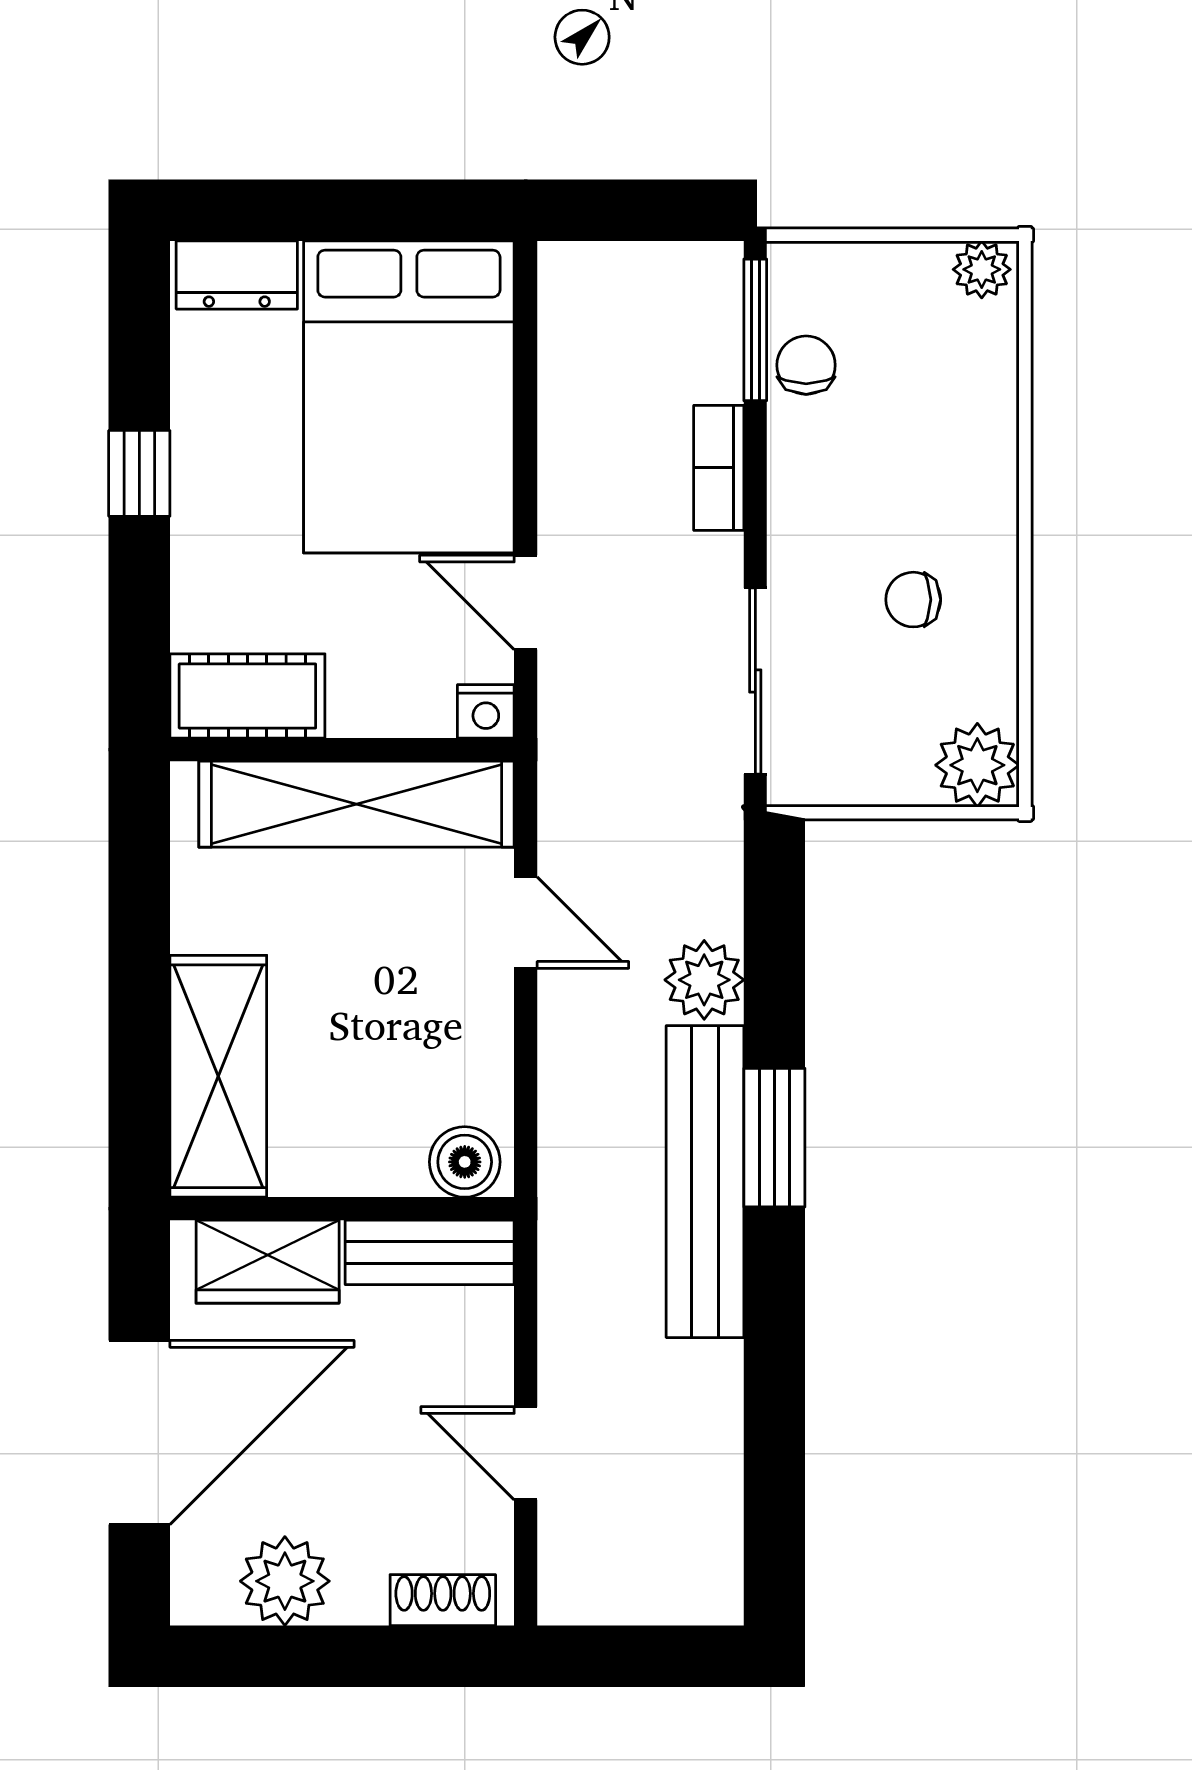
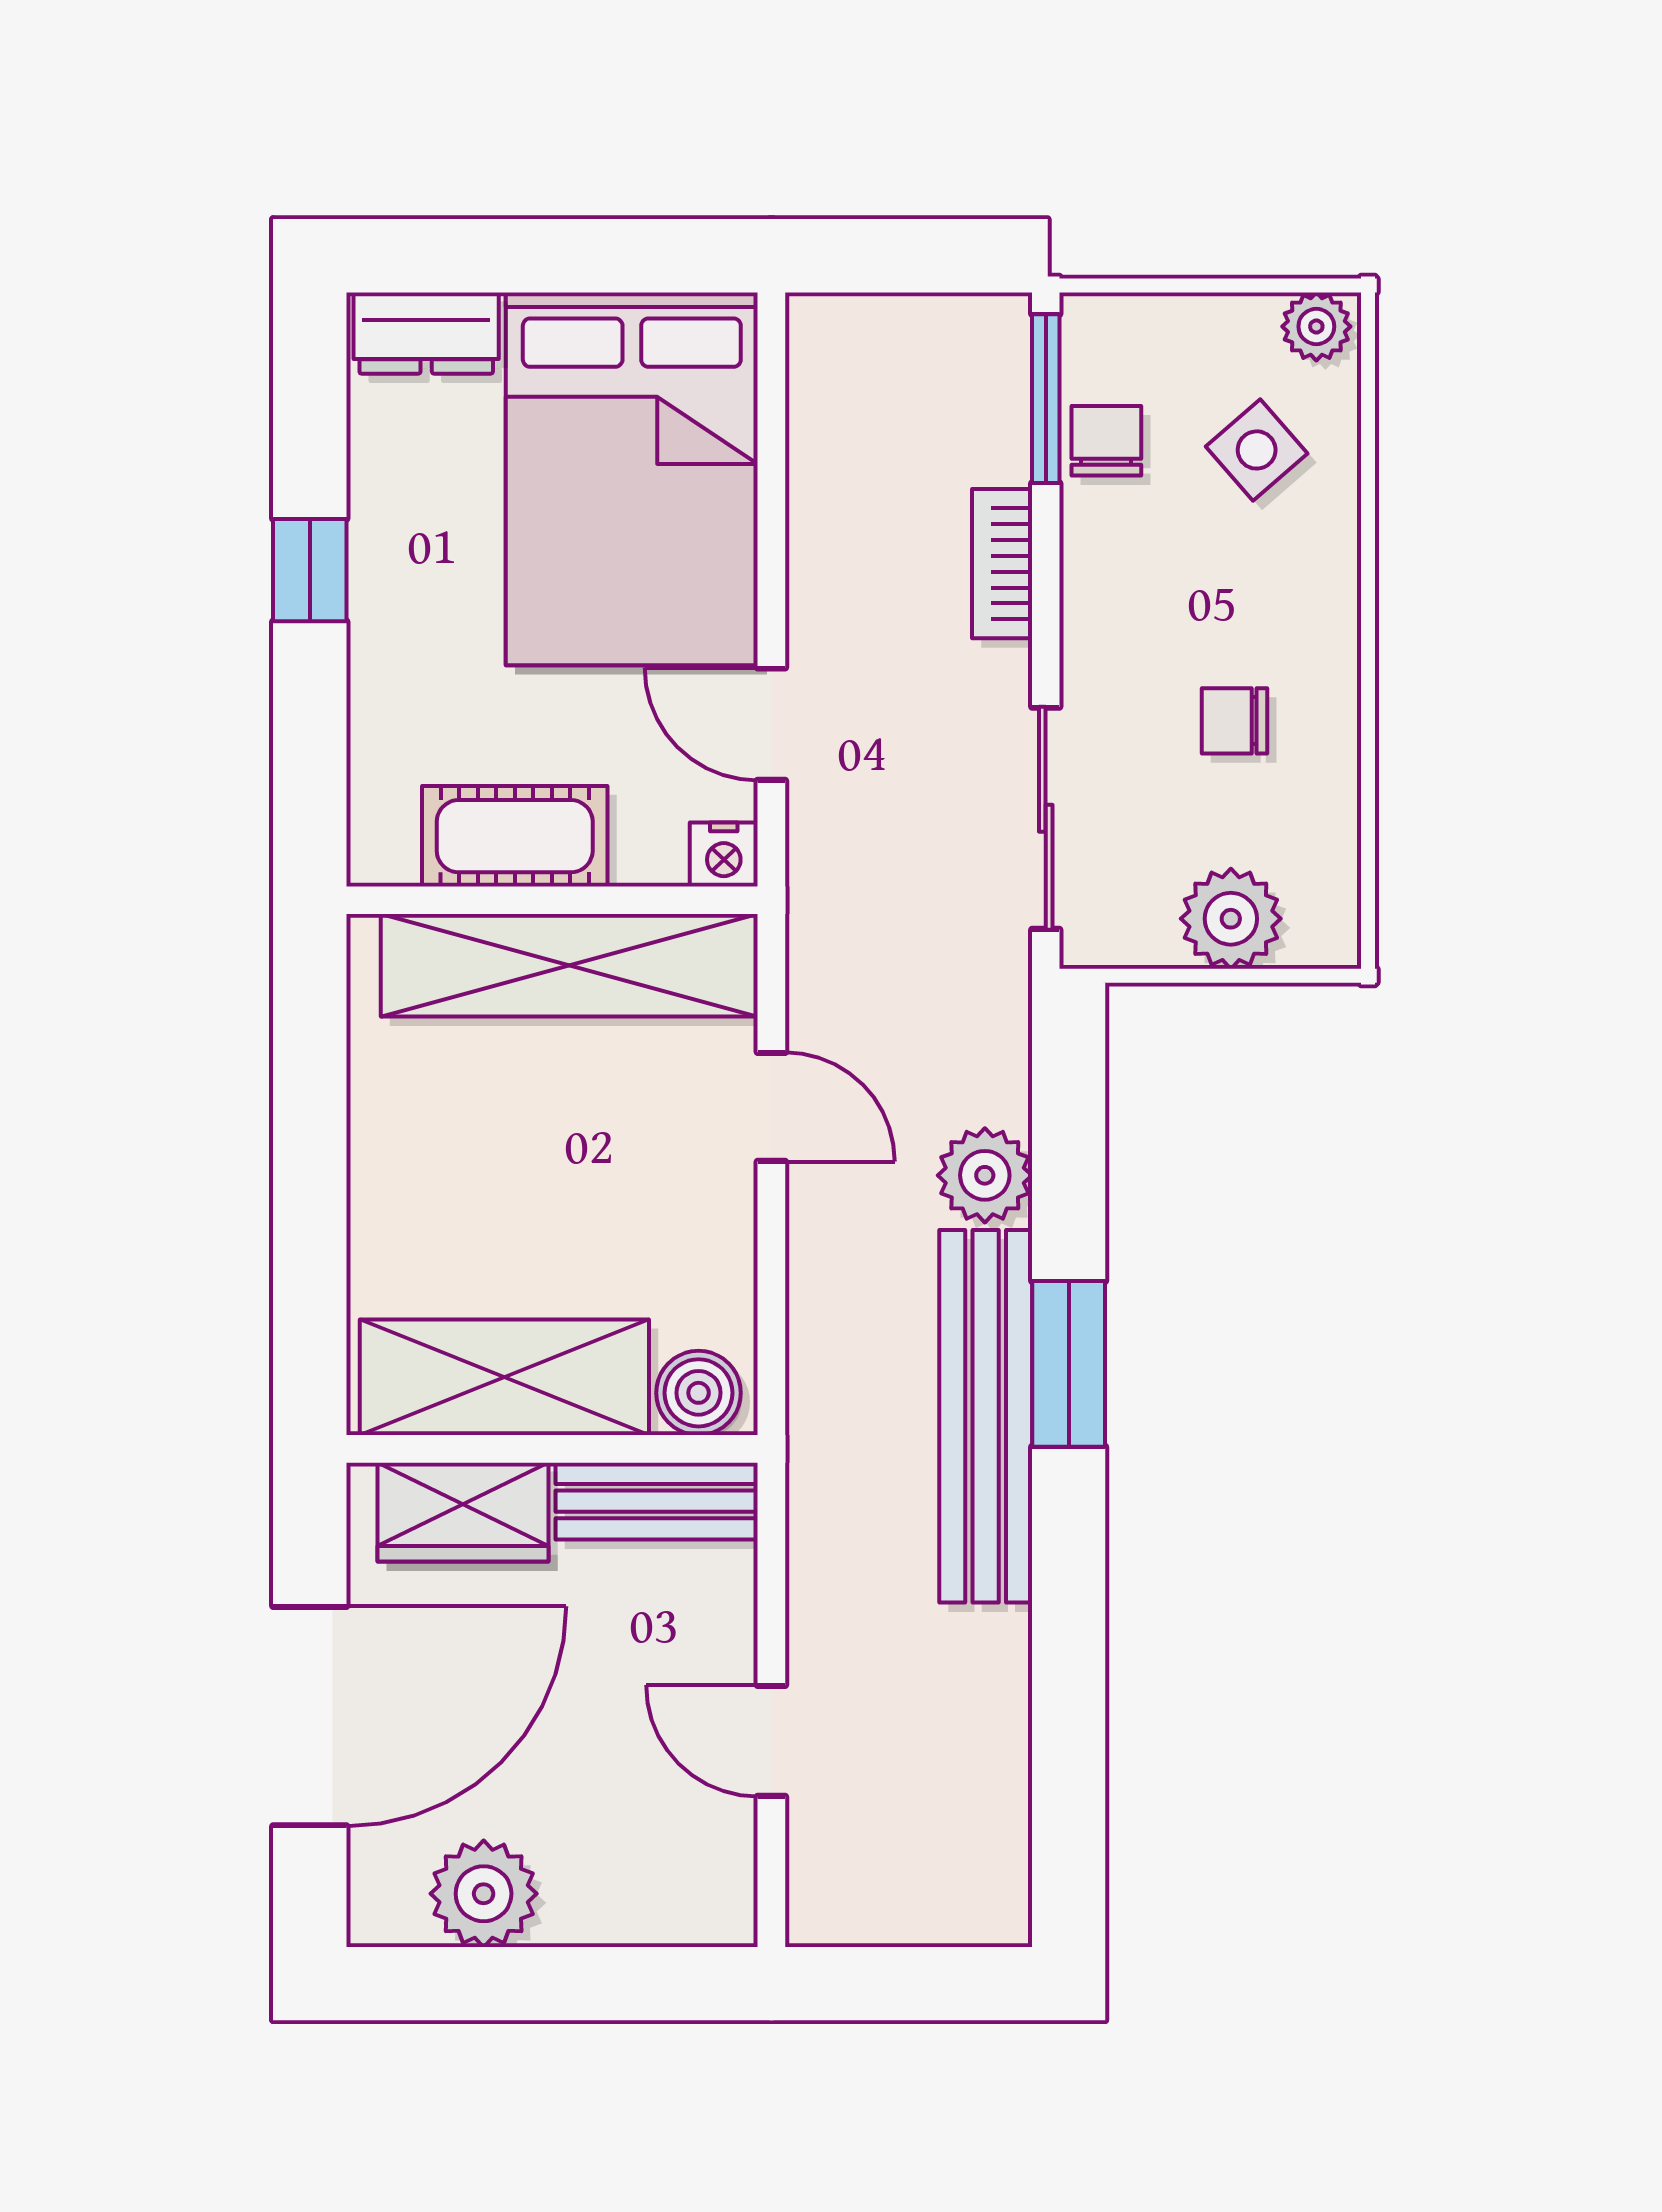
side table: (932, 373) -> (1257, 450), added
cot: (247, 696) -> (515, 836), moved
plant: (977, 765) -> (1231, 919), moved
shelving: (218, 1076) -> (504, 1377), moved, turned 90
shoe rack: (443, 1600) -> (672, 1916), removed

